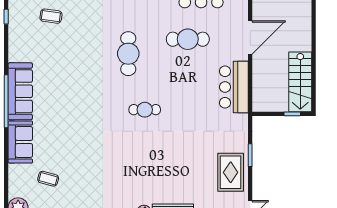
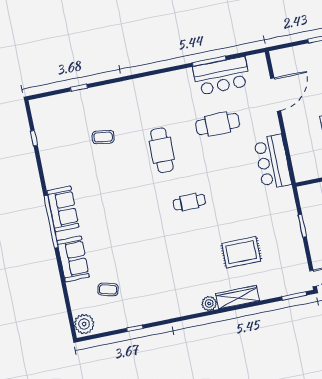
coffee table: (51, 16) -> (103, 137), moved
door: (250, 37) -> (276, 95), moved
sofa: (20, 91) -> (63, 209), width x0.73
rug: (231, 172) -> (241, 252), moved, turned 90

